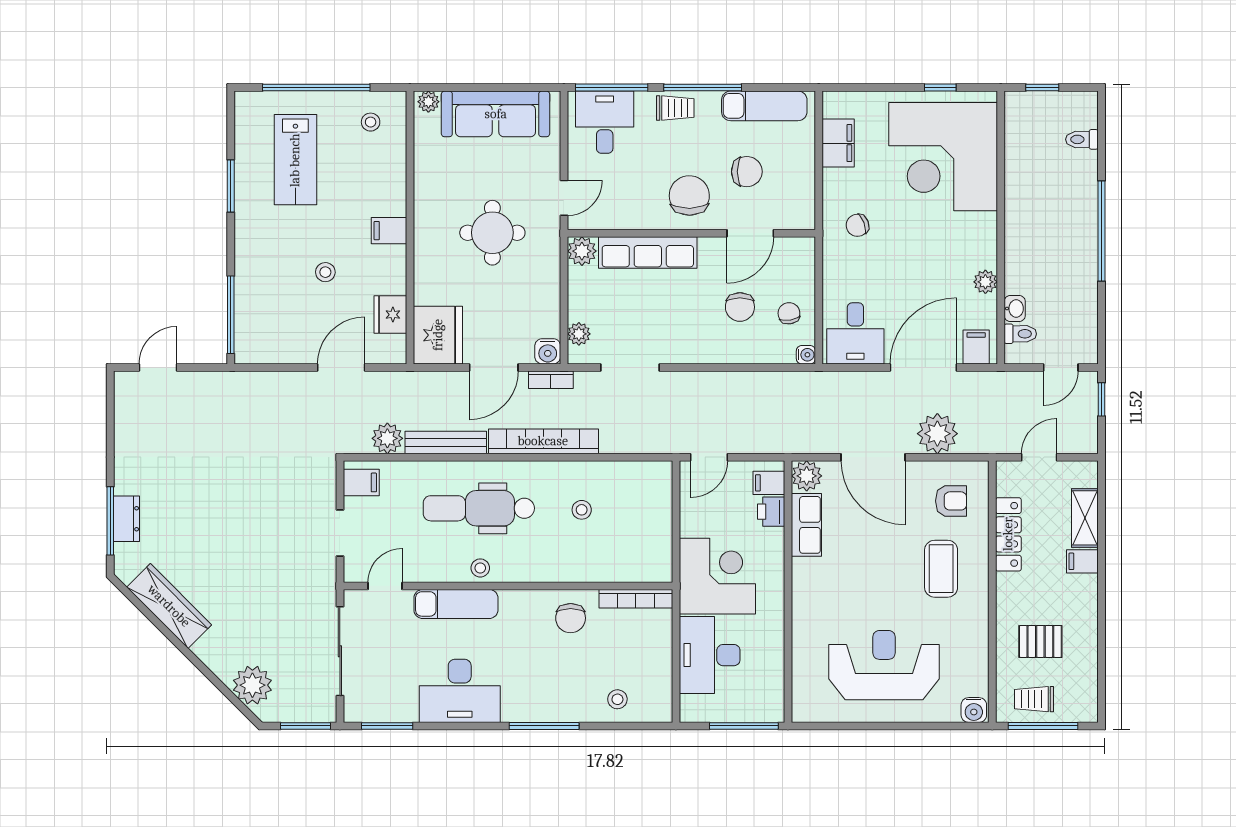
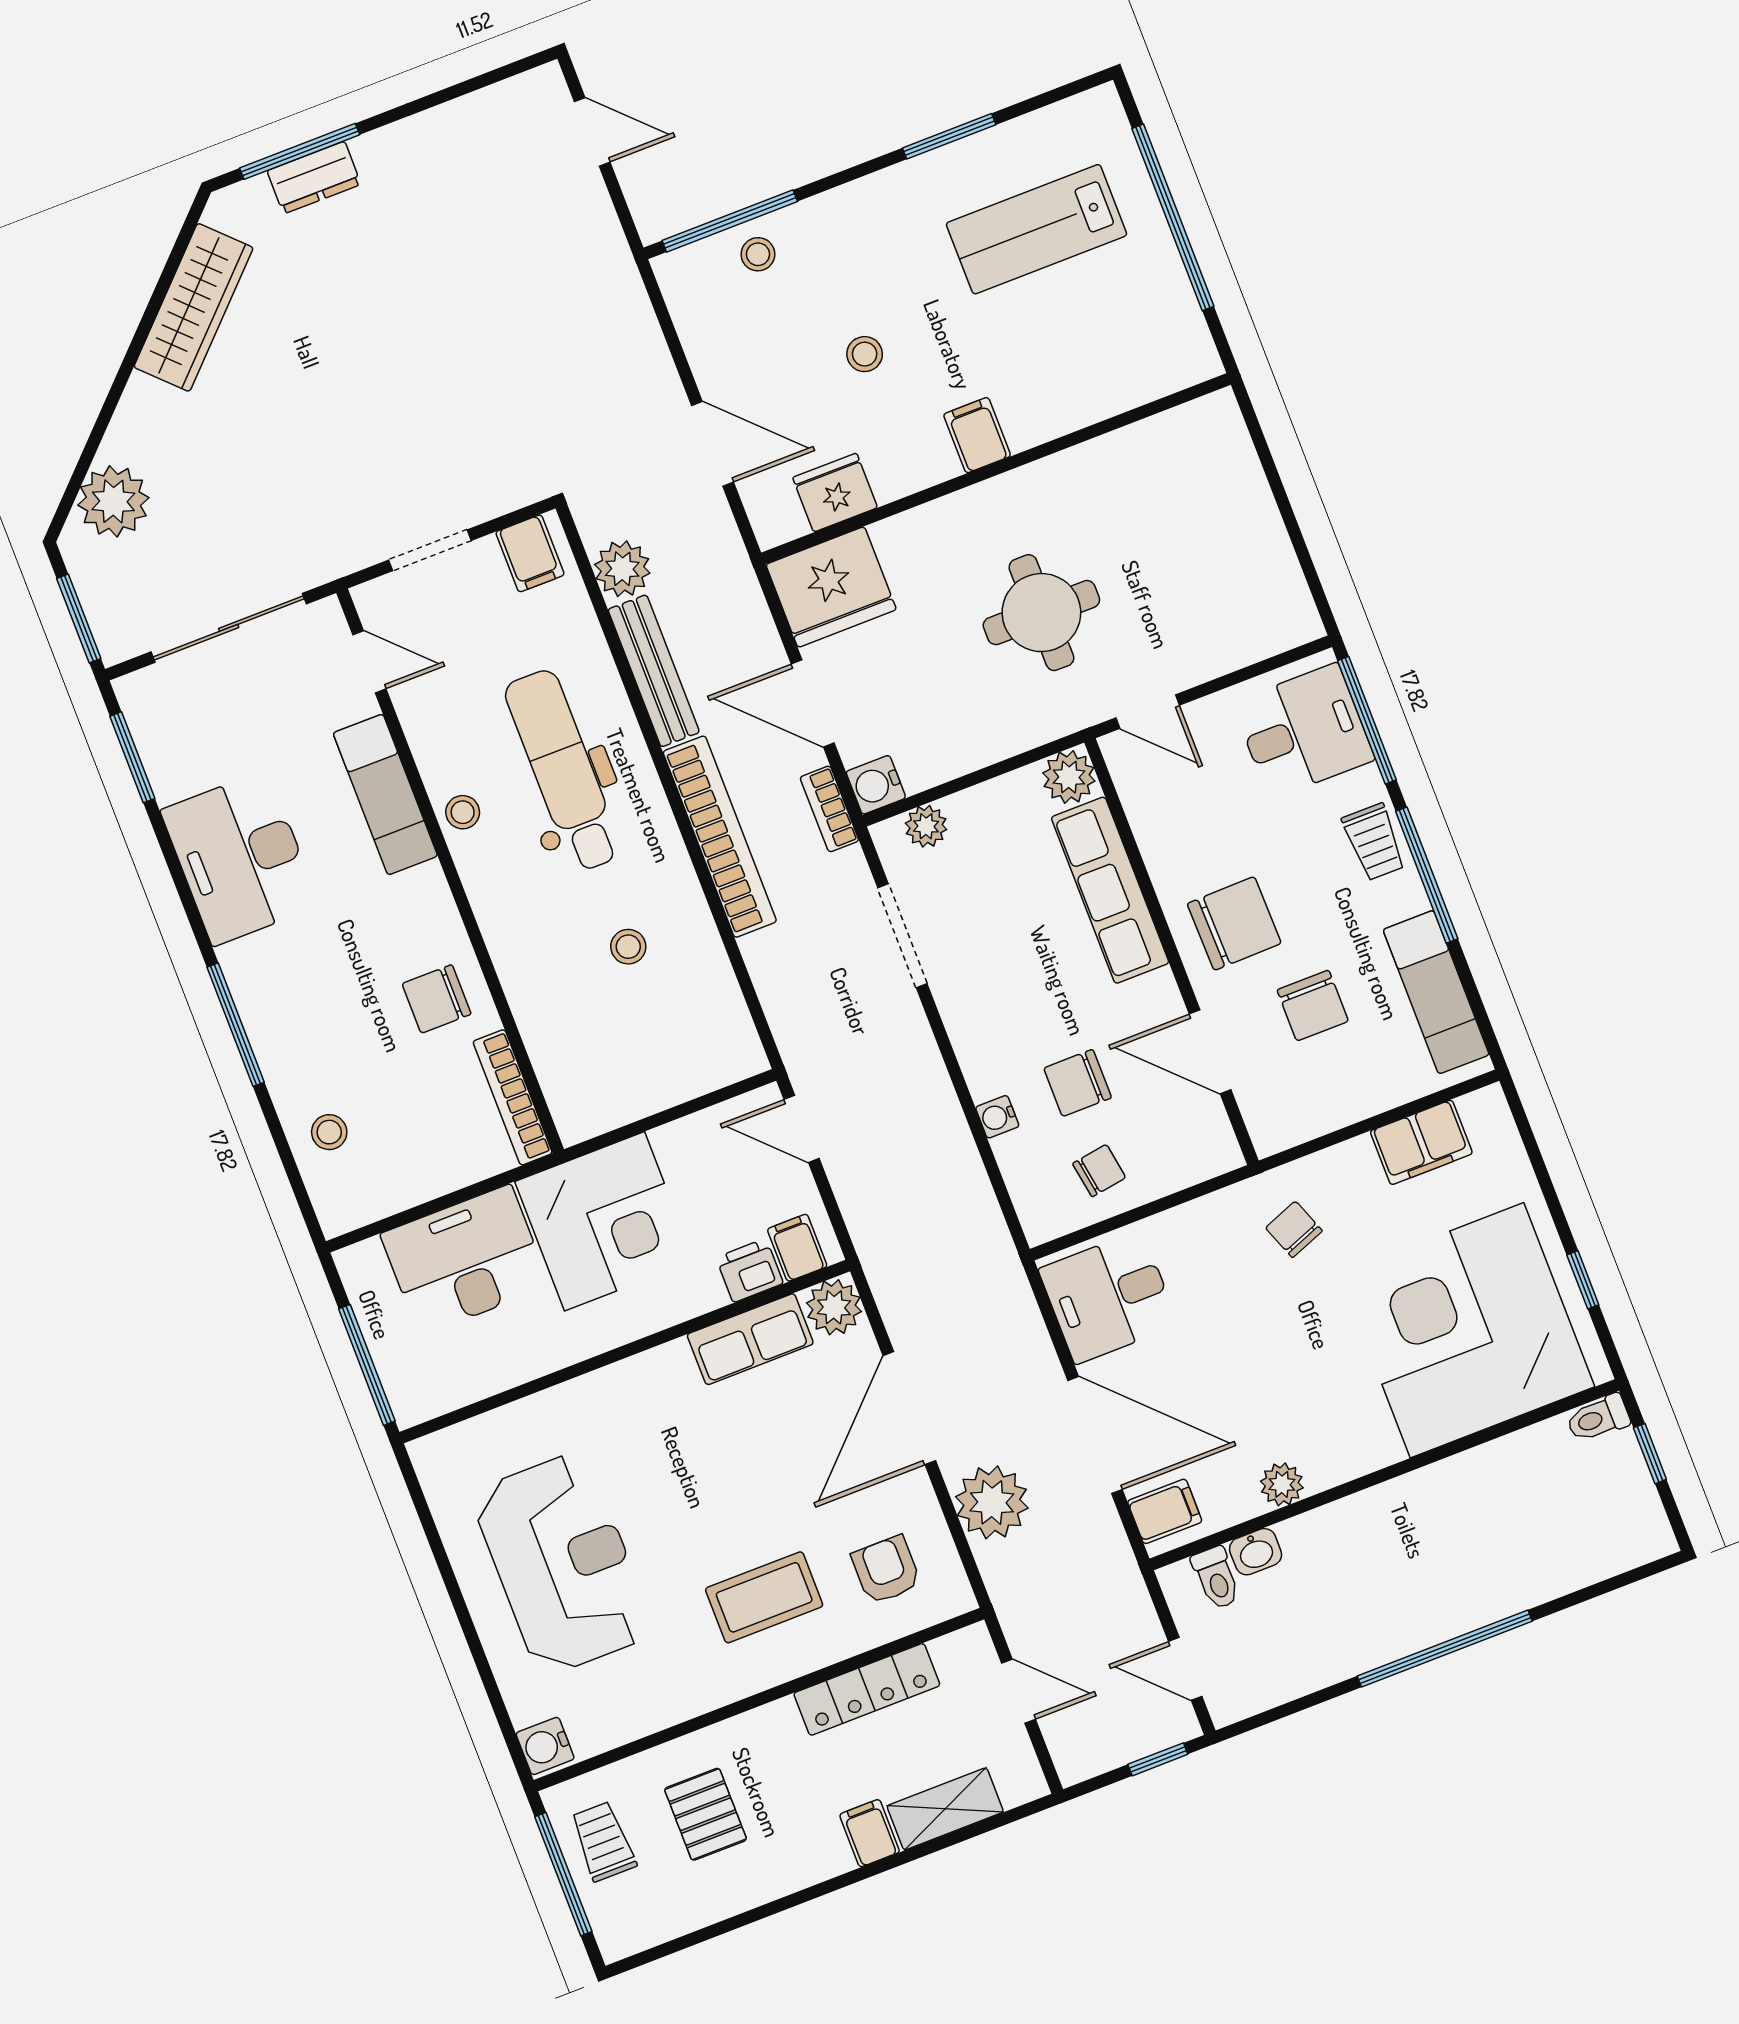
plant: (428, 102) -> (1223, 418), removed
sofa: (496, 114) -> (1246, 540), removed
stool: (371, 122) -> (758, 254), moved
toilet: (1082, 139) -> (1598, 1418), moved, turned -90
water cooler: (806, 355) -> (997, 1117), moved, turned 90
armchair: (951, 501) -> (886, 1570), turned 180

